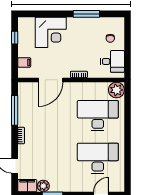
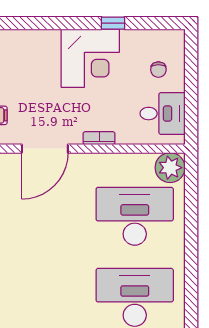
window: (86, 14) -> (113, 23), width x0.46
corner desk: (51, 32) -> (90, 58), moved

